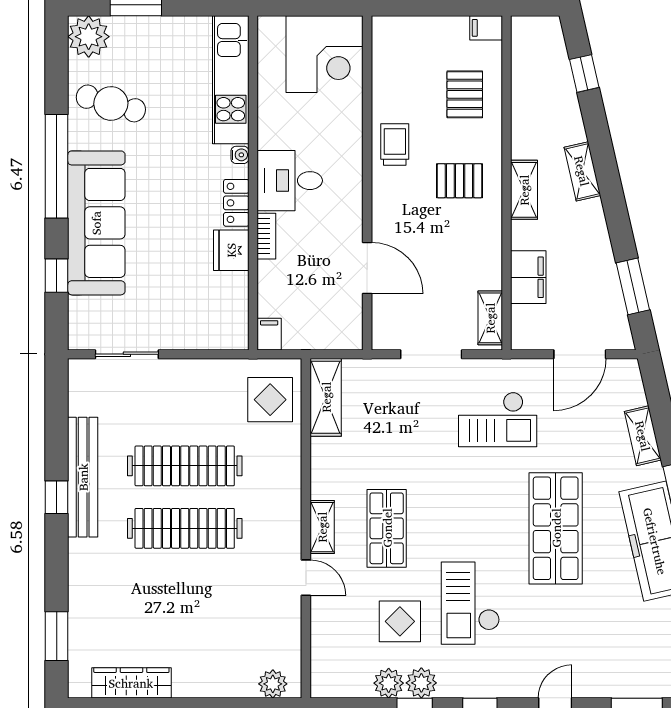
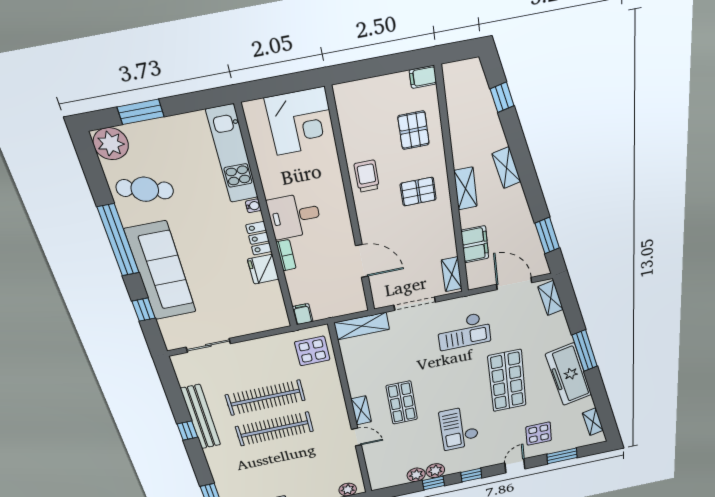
door: (580, 354) -> (514, 283), swing flipped
shelving: (326, 397) -> (362, 326), moved, turned 90
shelving: (643, 436) -> (551, 298), moved
display table: (400, 621) -> (539, 434), moved

